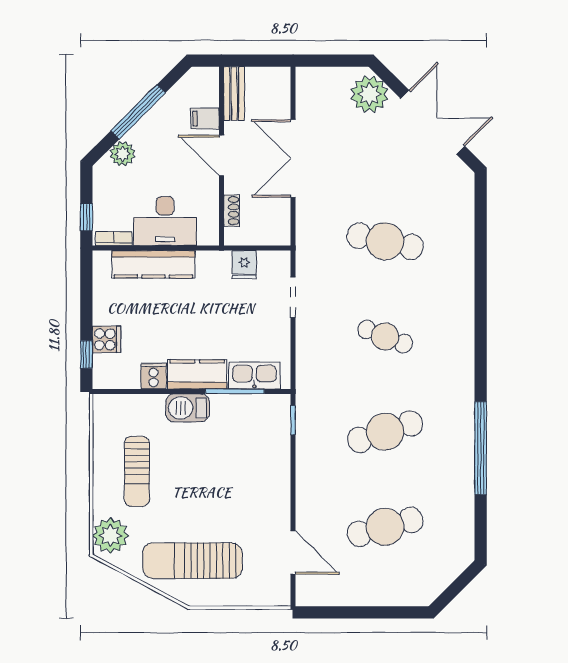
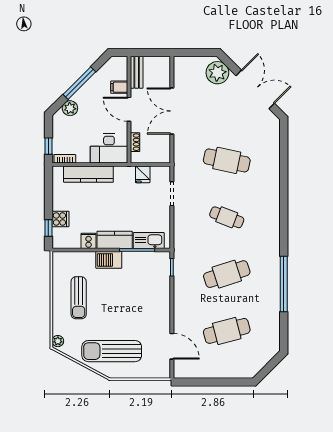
desk: (165, 221) -> (109, 148), moved
plant: (110, 535) -> (58, 341), width x0.53, depth x0.53

